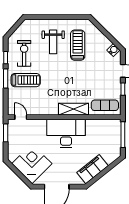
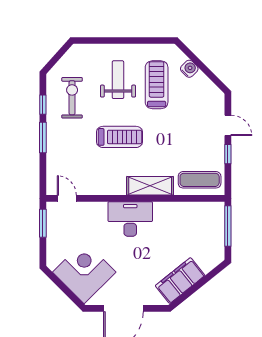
weight bench: (53, 42) -> (118, 80), turned 180
water cooler: (113, 50) -> (189, 69), moved
treadmill: (26, 80) -> (120, 137), moved
desk: (66, 133) -> (130, 219), width x0.73, depth x0.77

